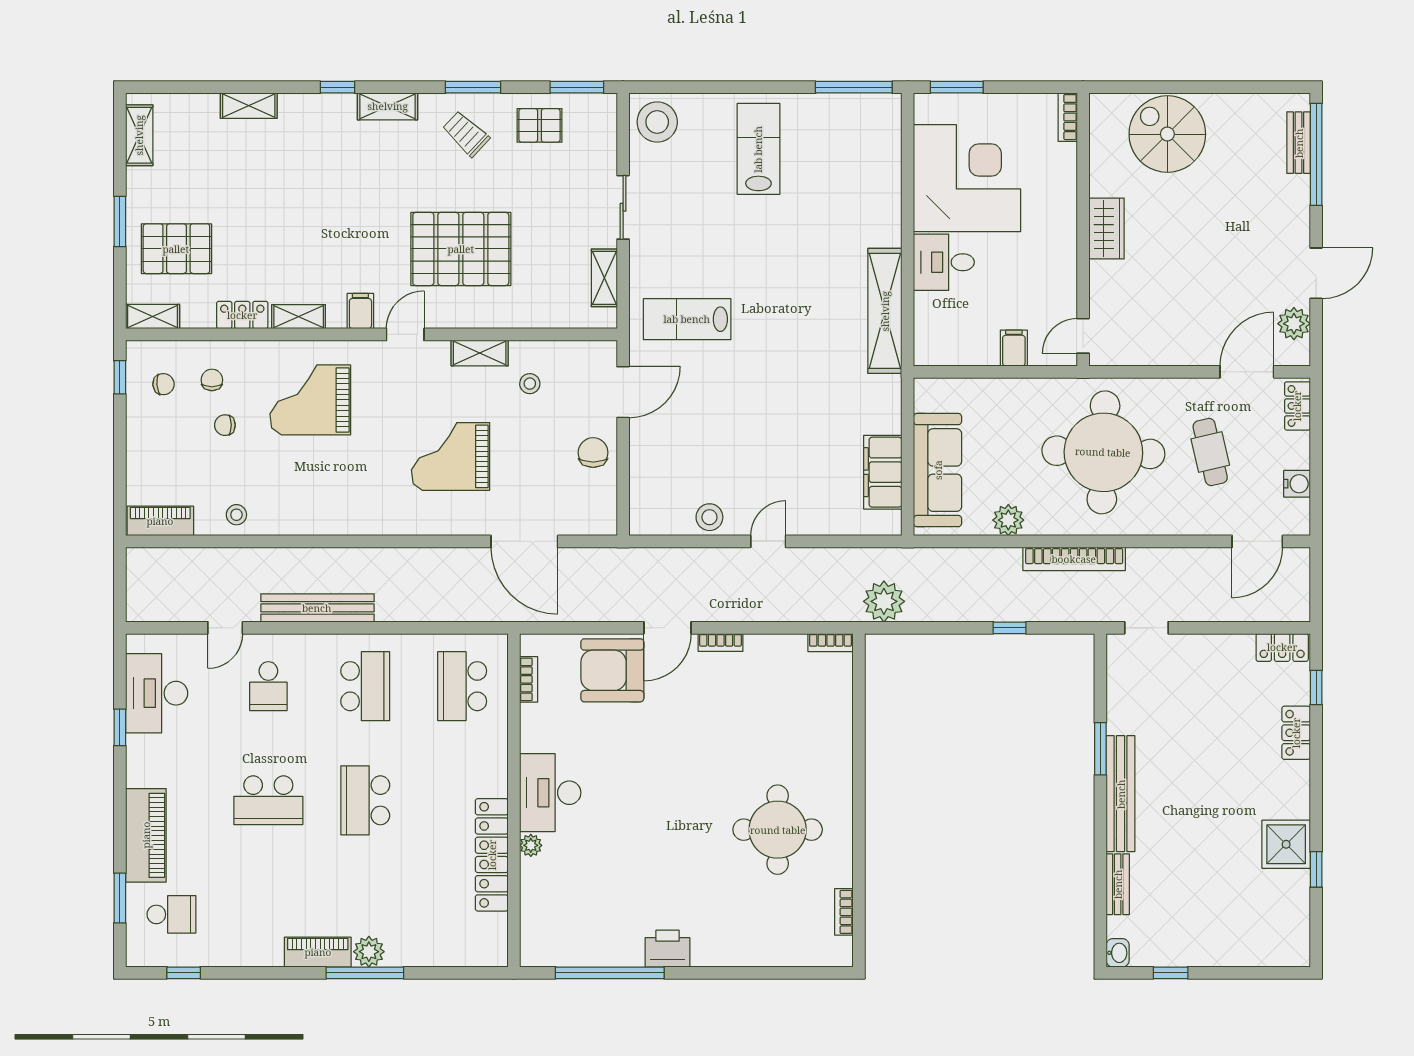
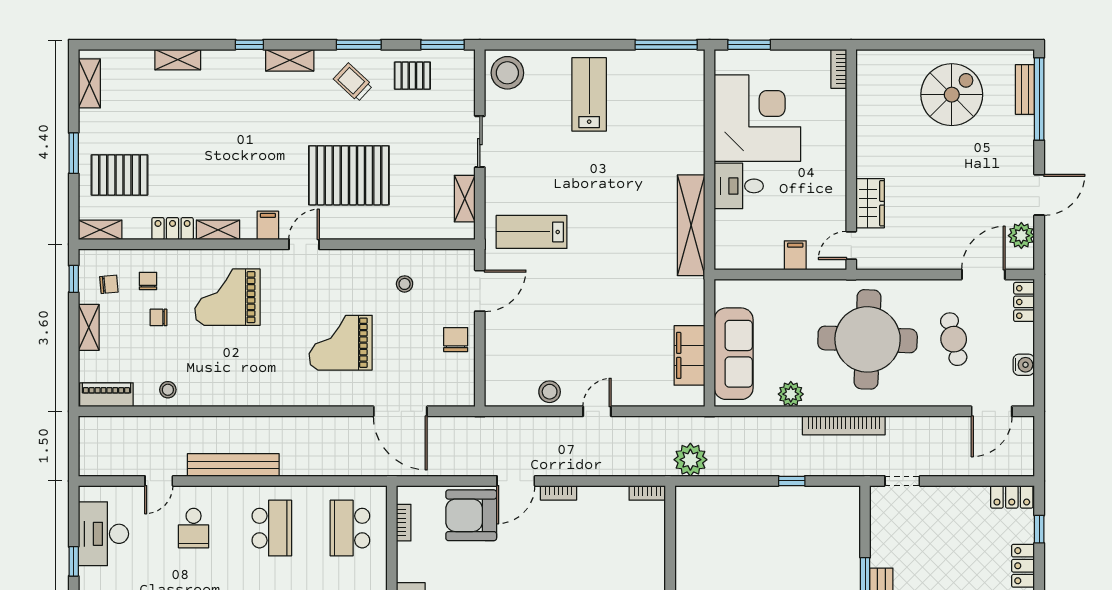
spiral stairs: (1167, 134) -> (952, 95), moved, turned 90
wardrobe: (1107, 228) -> (870, 203), moved
shelving: (480, 353) -> (89, 327), moved, turned 90

